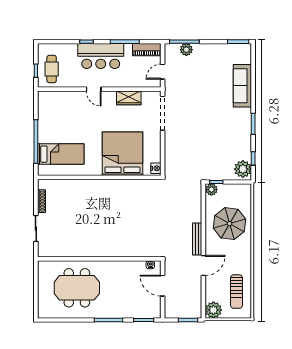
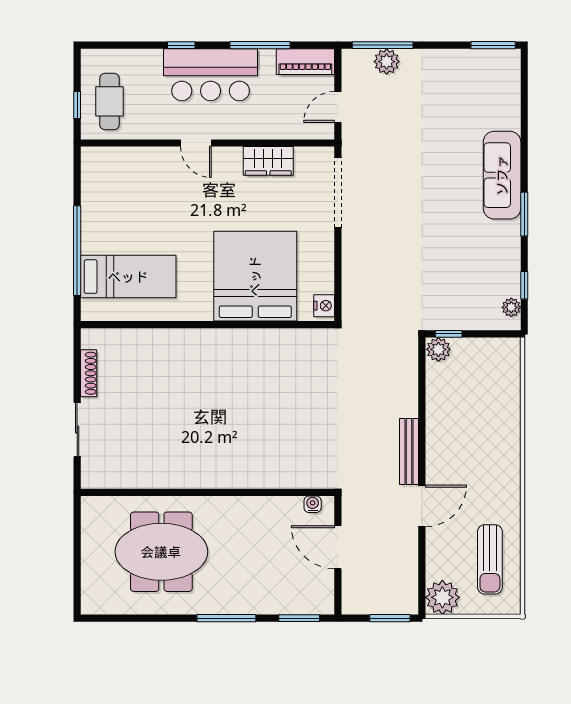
sofa: (242, 86) -> (502, 175), moved
plant: (243, 169) -> (511, 307), width x0.53, depth x0.53
parasol: (229, 224) -> (475, 420), removed

